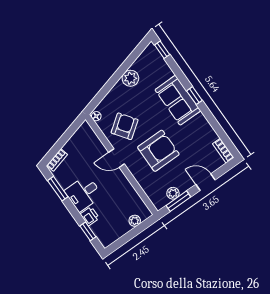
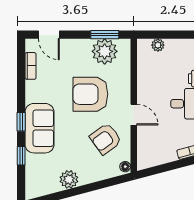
window: (162, 50) -> (21, 156), moved
bookcase: (223, 151) -> (31, 66), moved
door: (205, 182) -> (49, 35), moved
plant: (173, 193) -> (105, 51), width x1.88, depth x1.88

